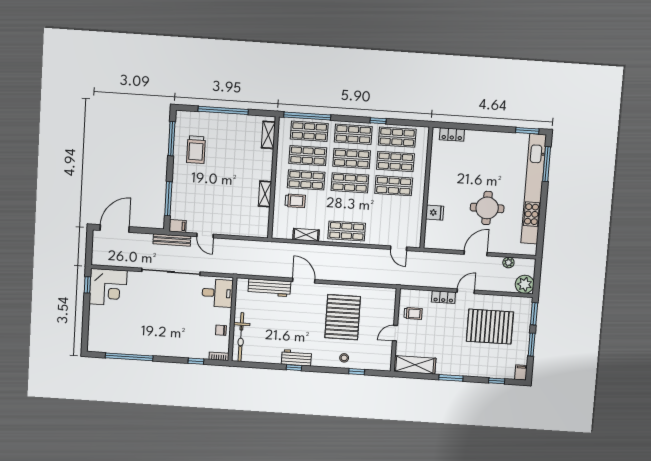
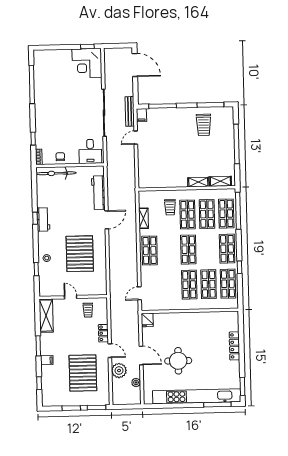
locker: (452, 134) -> (234, 346), moved, width x1.53
trolley: (196, 150) -> (204, 125), turned -90
shop shelf: (352, 159) -> (208, 249), removed
shelving: (265, 194) -> (198, 182), moved
fridge: (435, 213) -> (147, 320), moved
plant: (525, 284) -> (119, 371), moved
pallet: (343, 317) -> (80, 254), turned 90
filing cabinet: (521, 372) -> (47, 360), moved

